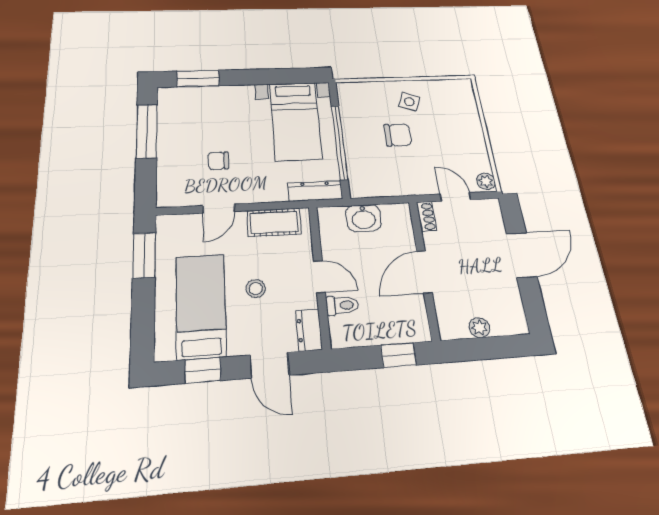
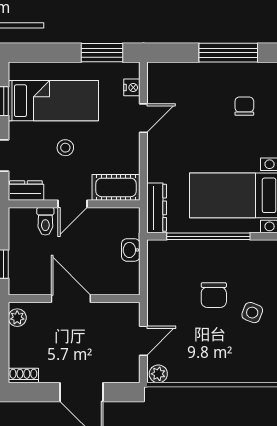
chair: (218, 161) -> (244, 106), moved
door: (219, 209) -> (143, 118), swing flipped
shoe rack: (426, 216) -> (23, 375), moved, turned 180
washbasin: (364, 218) -> (131, 250), width x0.72, depth x0.69
nightstand: (184, 222) -> (132, 87), added
cot: (274, 222) -> (116, 187), moved, turned 90
plant: (479, 328) -> (17, 318), moved

